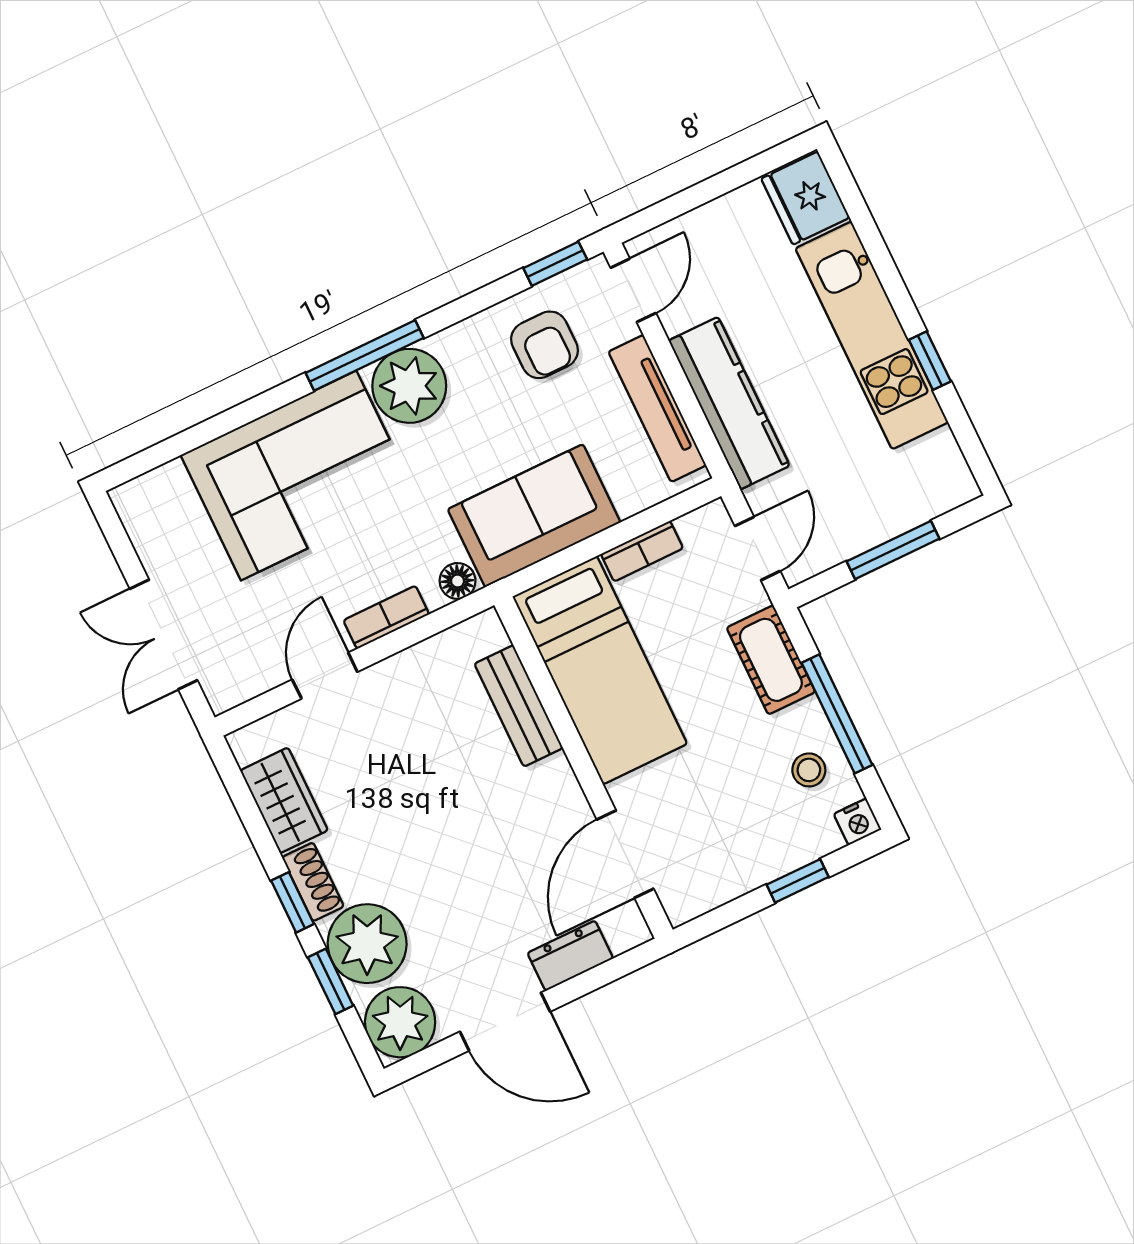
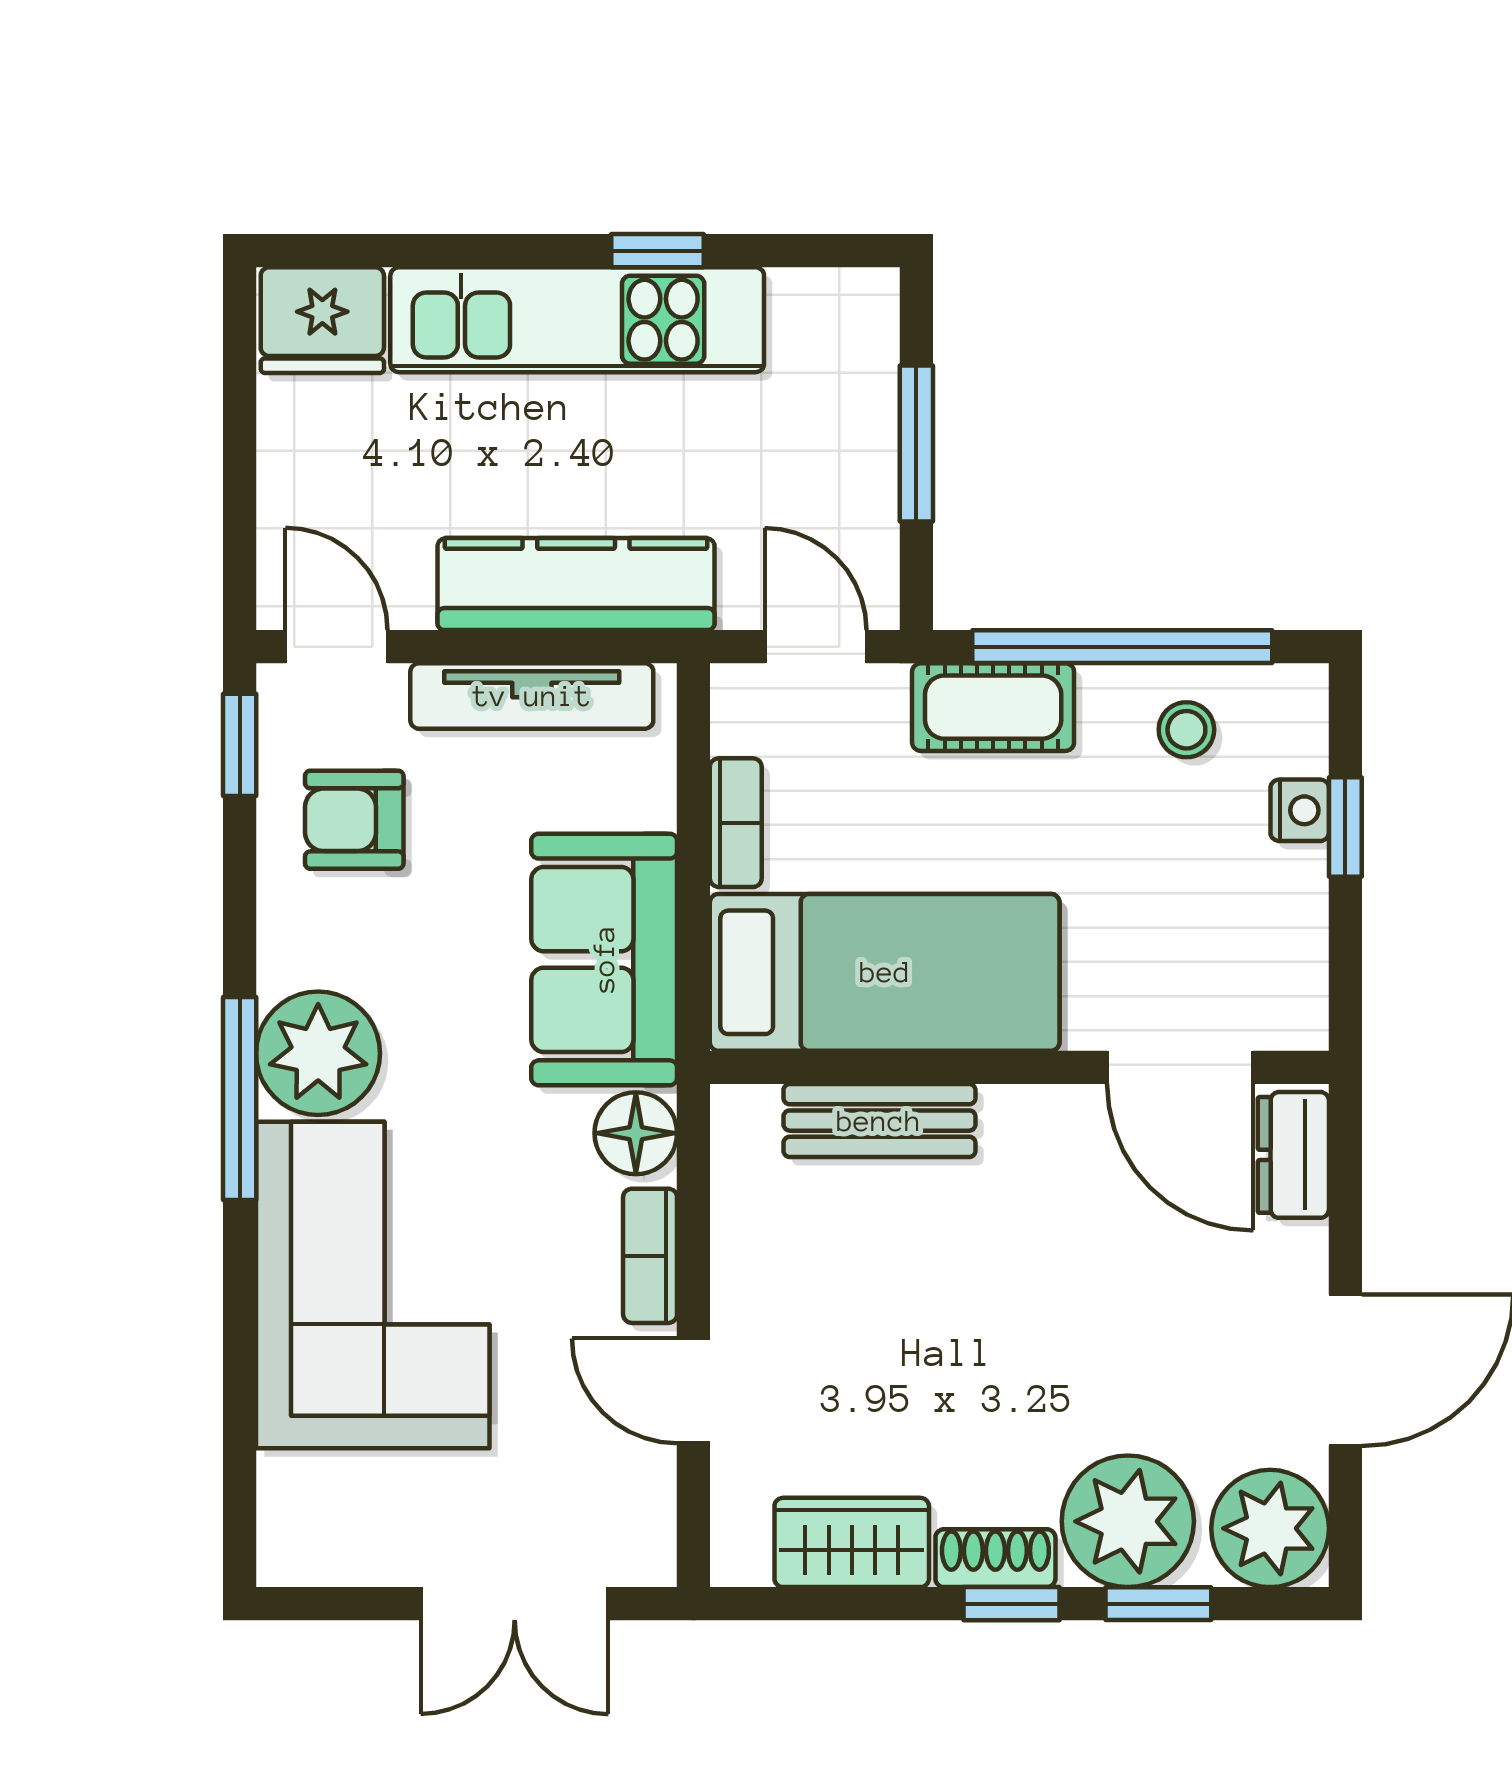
armchair: (544, 345) -> (354, 820), turned 180
floor lamp: (458, 581) -> (636, 1133), width x1.37, depth x1.37
window: (837, 714) -> (1122, 647), width x1.46
nightstand: (857, 822) -> (1300, 810), moved
dresser: (570, 956) -> (1293, 1155), moved

